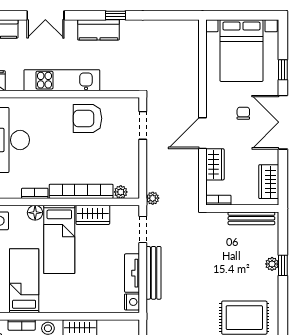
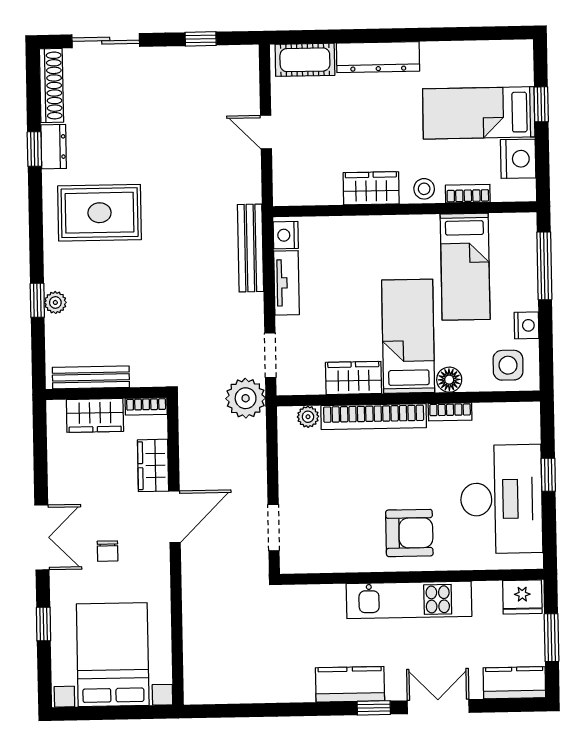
window: (115, 15) -> (374, 708), moved
armchair: (88, 118) -> (409, 533), moved
double door: (283, 122) -> (42, 537), width x0.73
wardrobe: (269, 182) -> (95, 415), moved, turned 90
plant: (153, 198) -> (246, 398), width x1.88, depth x1.88
bench: (154, 273) -> (250, 248), moved

